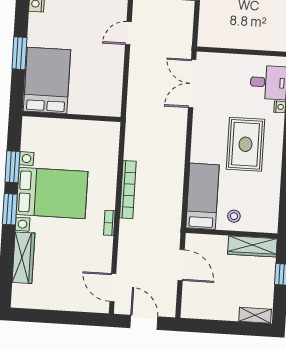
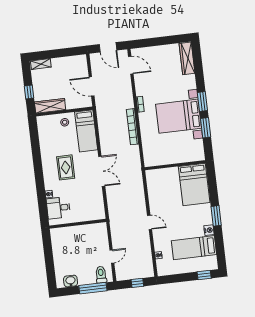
door: (128, 33) -> (150, 222), hinge flipped
window: (19, 53) -> (216, 216), moved
double door: (192, 84) -> (102, 171), moved
rug: (246, 144) -> (66, 167), width x0.73, depth x0.70
wardrobe: (23, 258) -> (187, 58), moved

